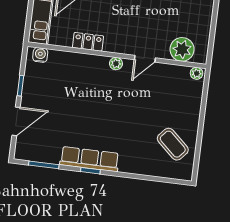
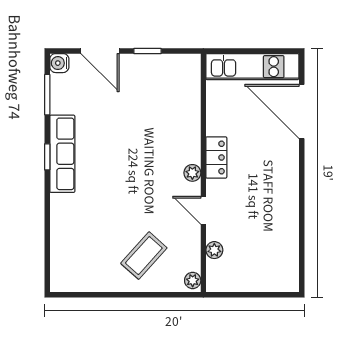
locker: (88, 42) -> (216, 157), moved
plant: (182, 49) -> (214, 250), width x0.53, depth x0.53
water cooler: (40, 55) -> (59, 63), moved, turned 180
coffee table: (173, 144) -> (144, 256), moved

